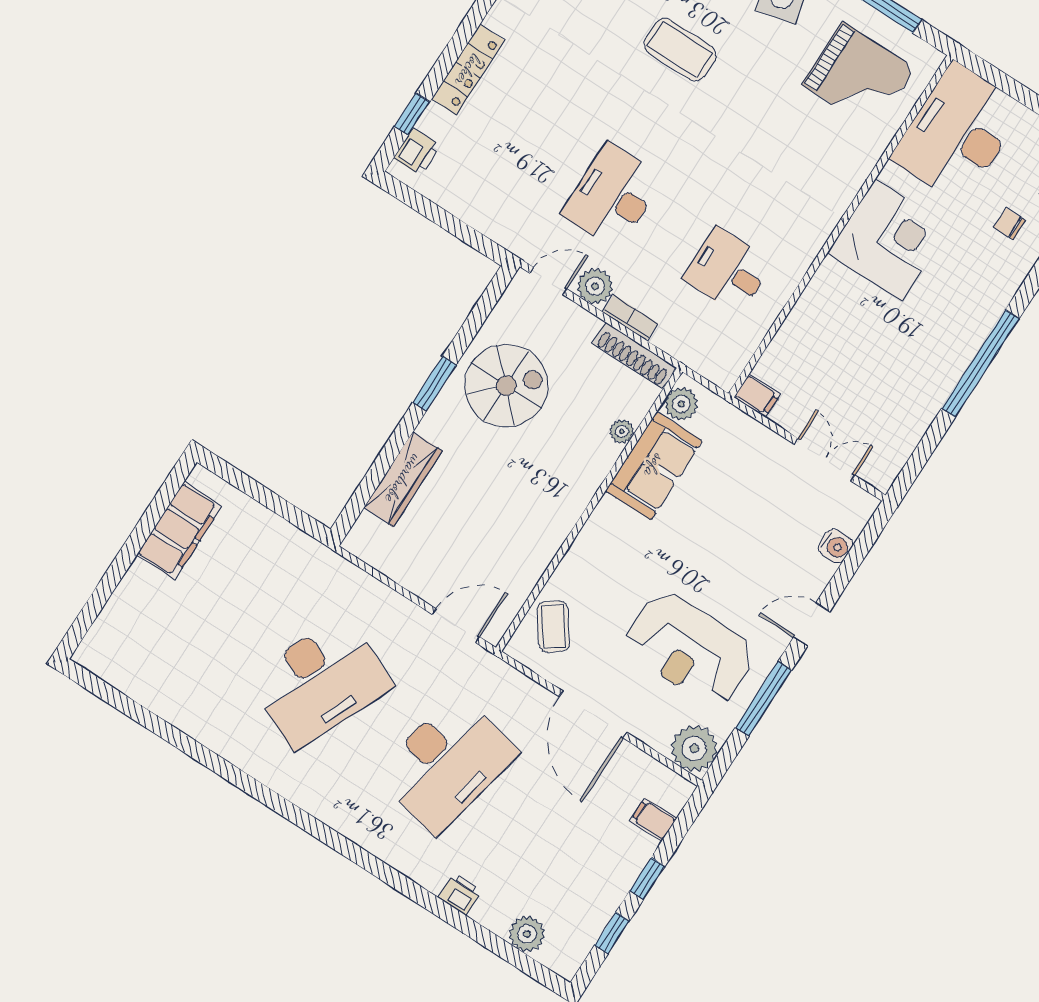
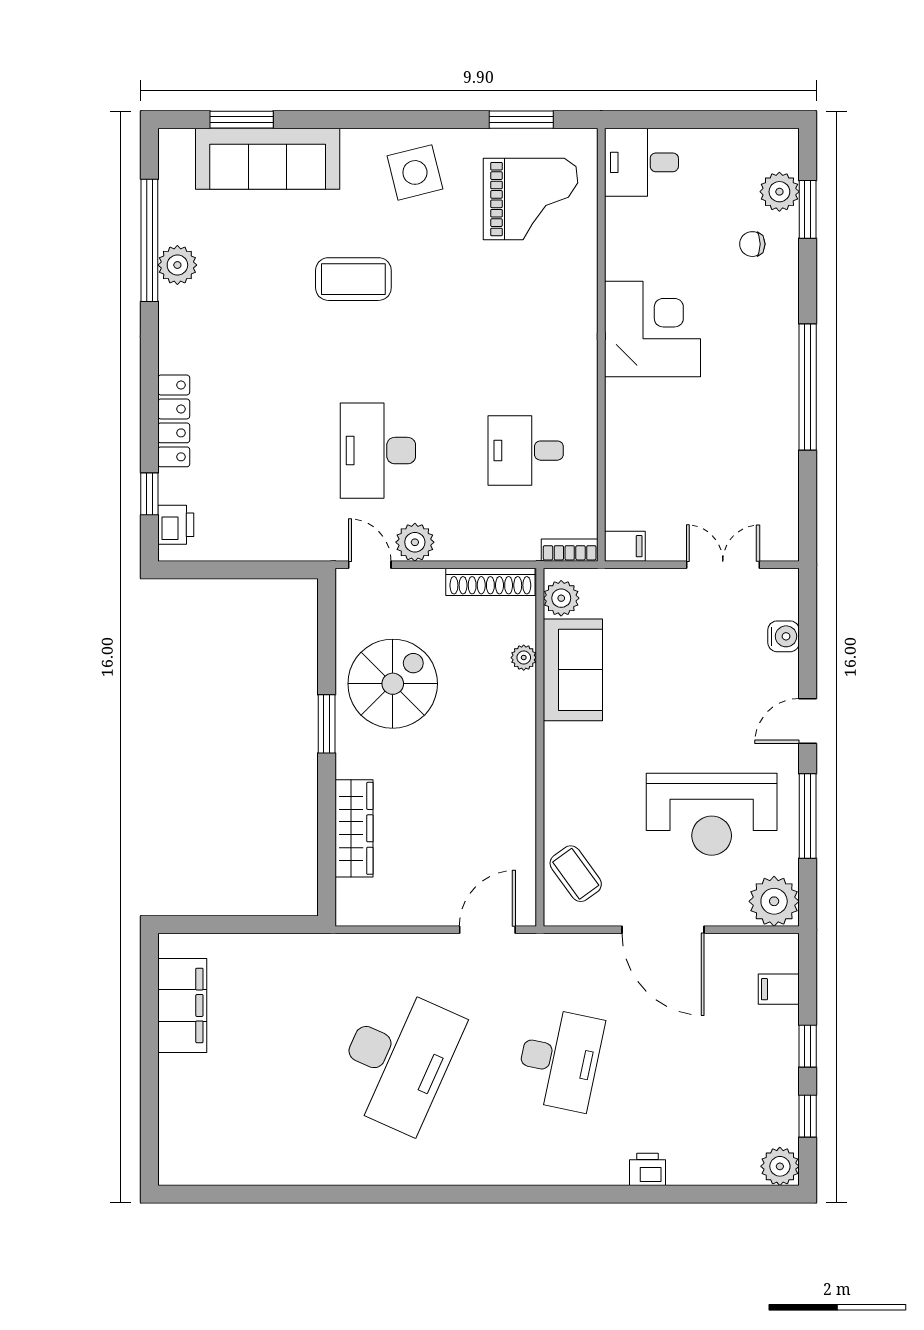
desk: (958, 133) -> (642, 162), width x0.53, depth x0.77
door: (548, 281) -> (370, 565), hinge flipped
bookcase: (630, 318) -> (570, 550), moved
desk: (447, 763) -> (559, 1059), width x0.73, depth x0.77
plant: (527, 934) -> (780, 1166), moved

